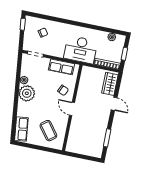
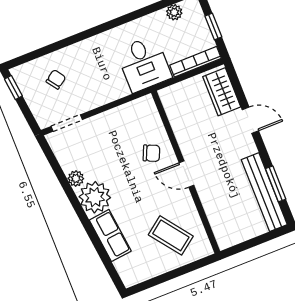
desk: (81, 50) -> (144, 64), width x0.73
row of seats: (62, 67) -> (124, 116), removed
row of seats: (21, 129) -> (110, 236), moved
bench: (100, 138) -> (264, 192), added

